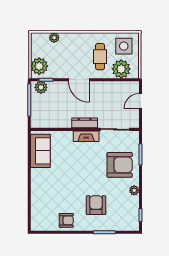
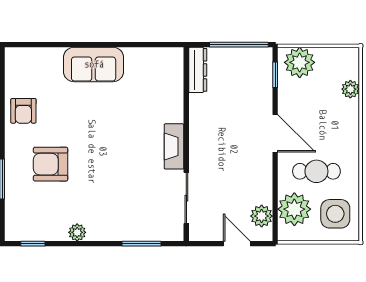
door: (79, 80) -> (275, 133), swing flipped
plant: (41, 87) -> (262, 216), moved
dresser: (85, 123) -> (198, 70), moved
sofa: (40, 151) -> (94, 64), moved
armchair: (120, 165) -> (123, 206), removed
armchair: (96, 205) -> (51, 164), turned 180

